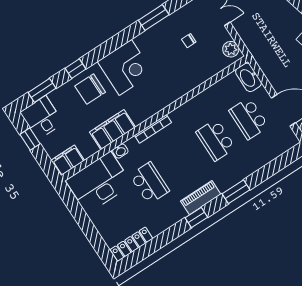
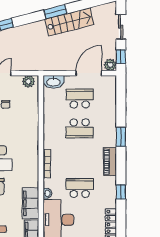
school desk: (249, 118) -> (80, 99), turned 180
filing cabinet: (112, 130) -> (31, 203), moved
window: (196, 218) -> (121, 192), moved

